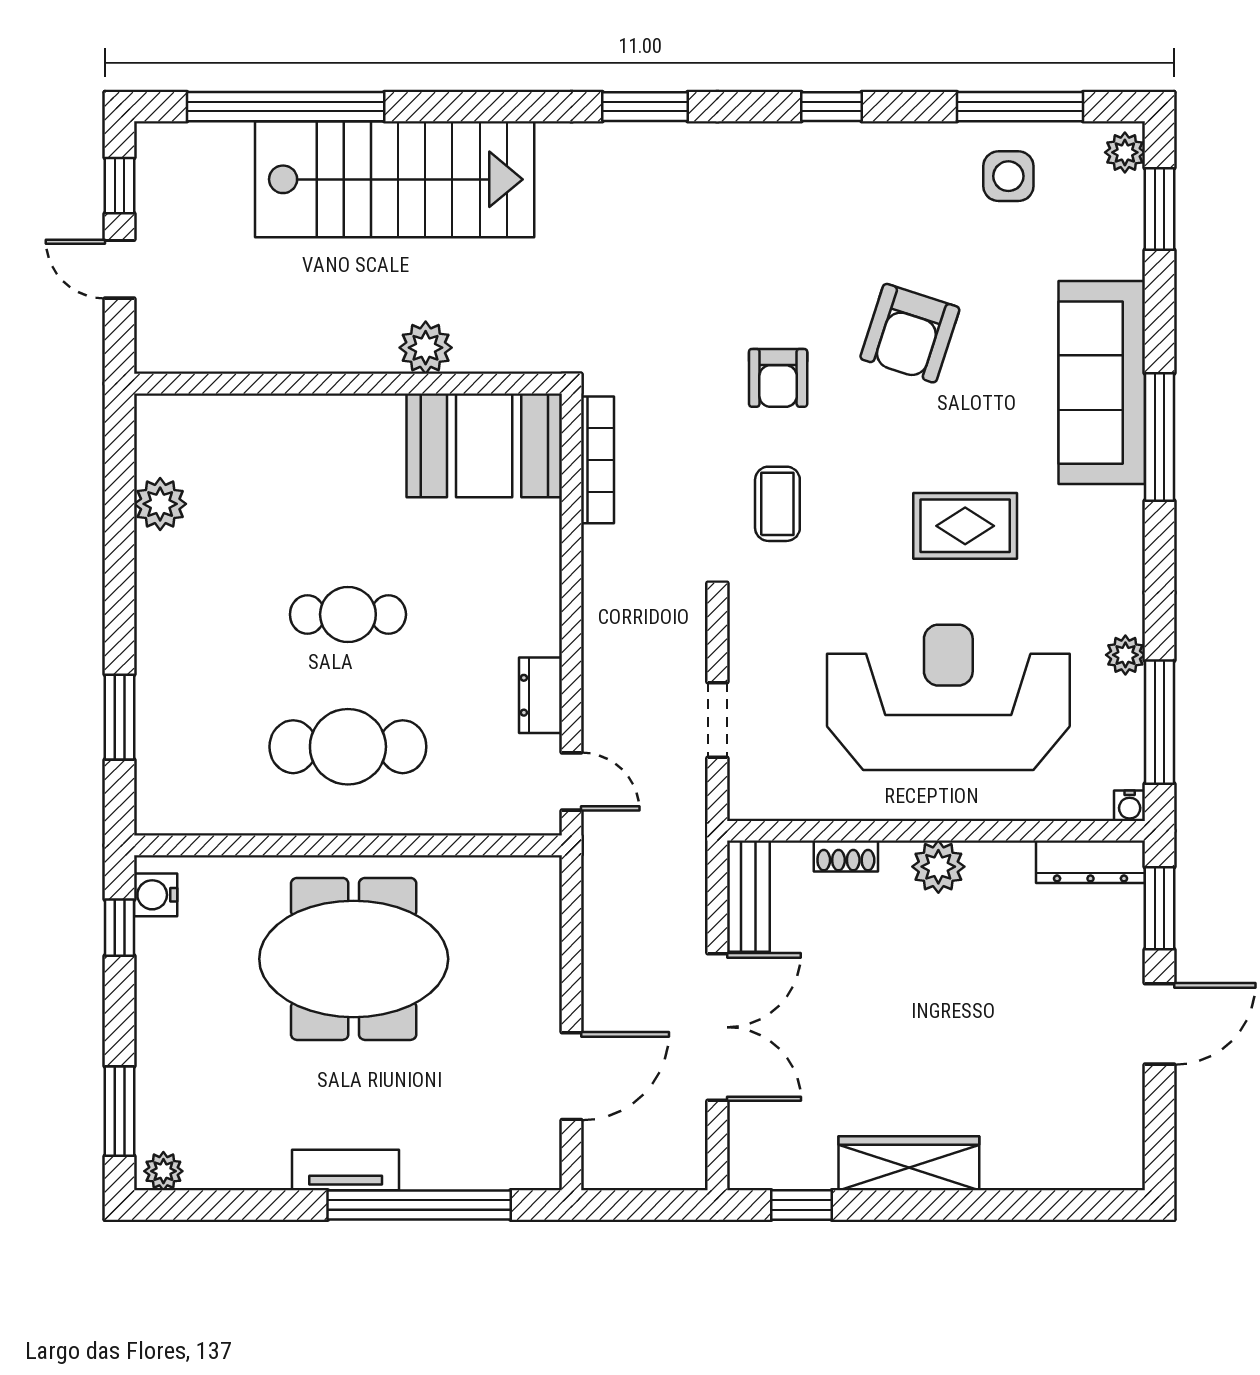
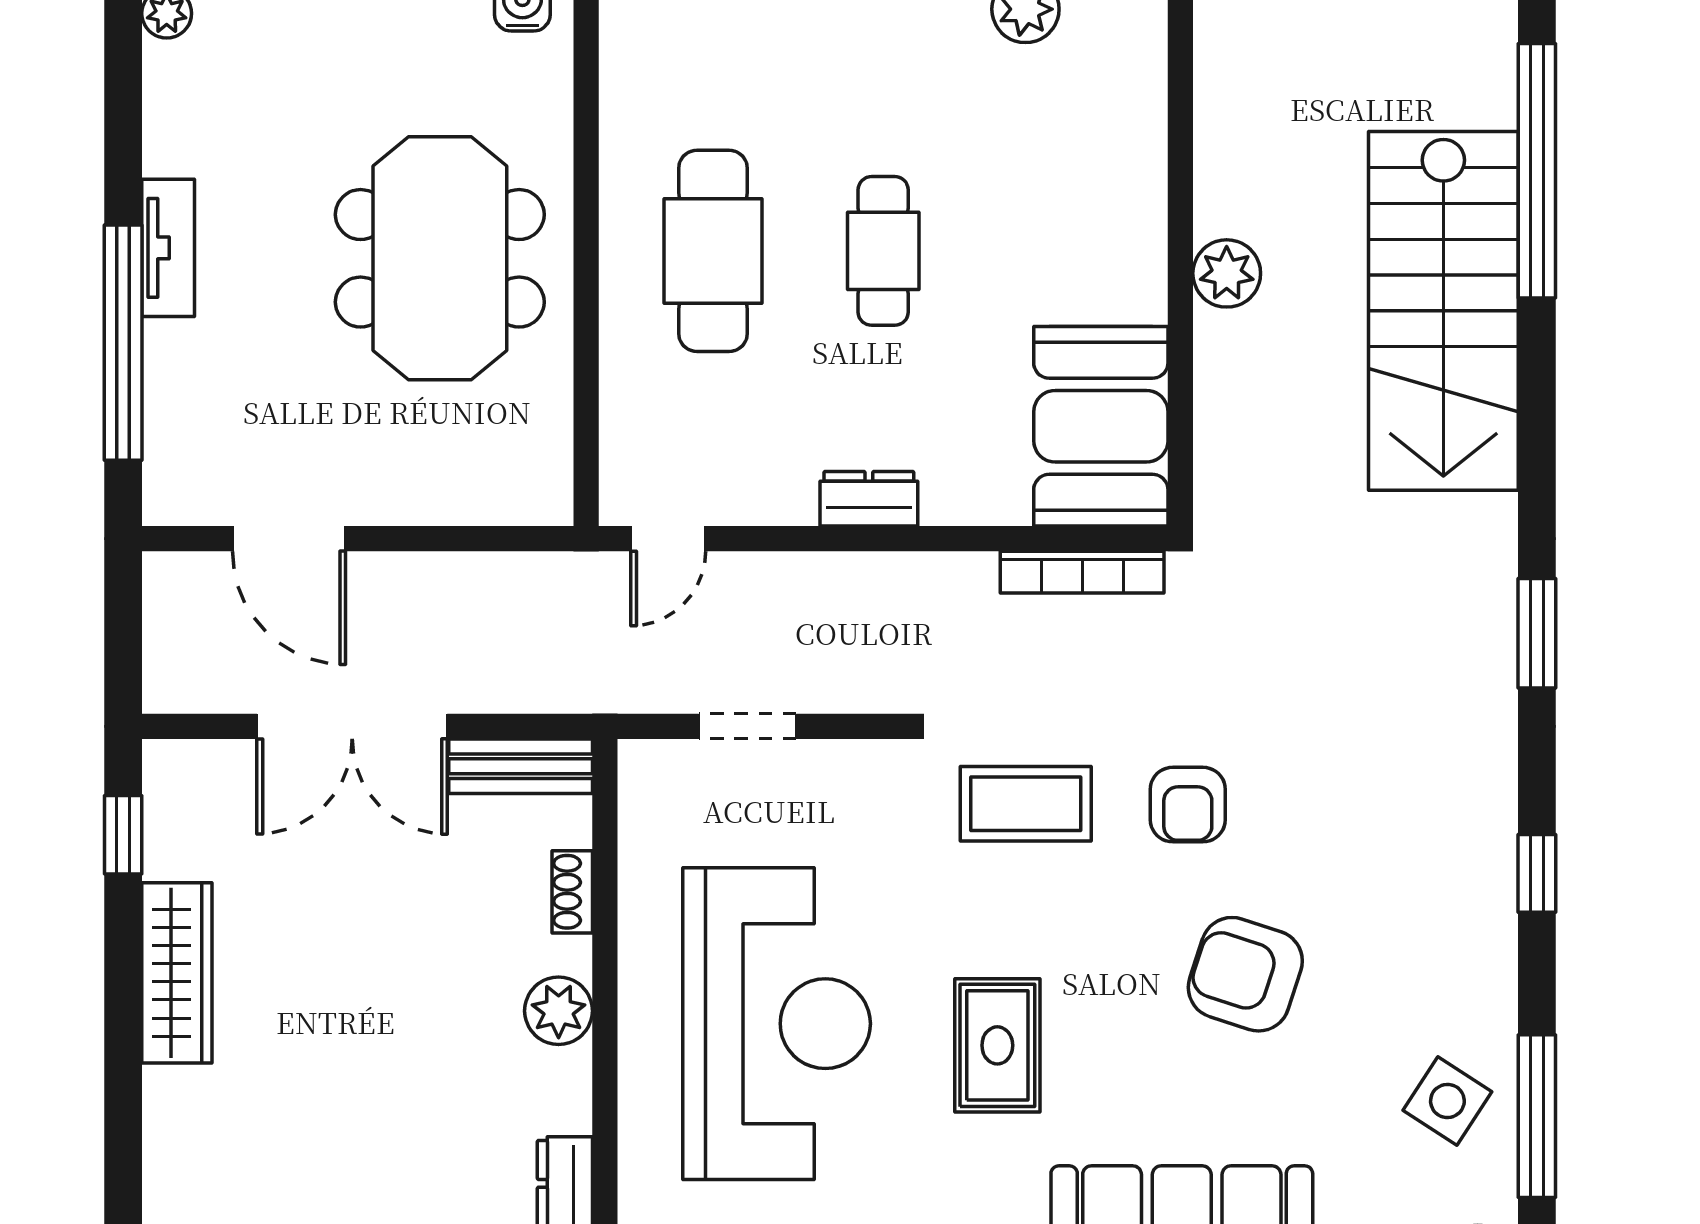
side table: (1008, 176) -> (1447, 1101), turned 33
plant: (426, 348) -> (1227, 273), moved
armchair: (778, 378) -> (1188, 805), turned -90
coffee table: (777, 504) -> (1026, 804), width x1.36, depth x1.30
dresser: (540, 695) -> (869, 499), moved

